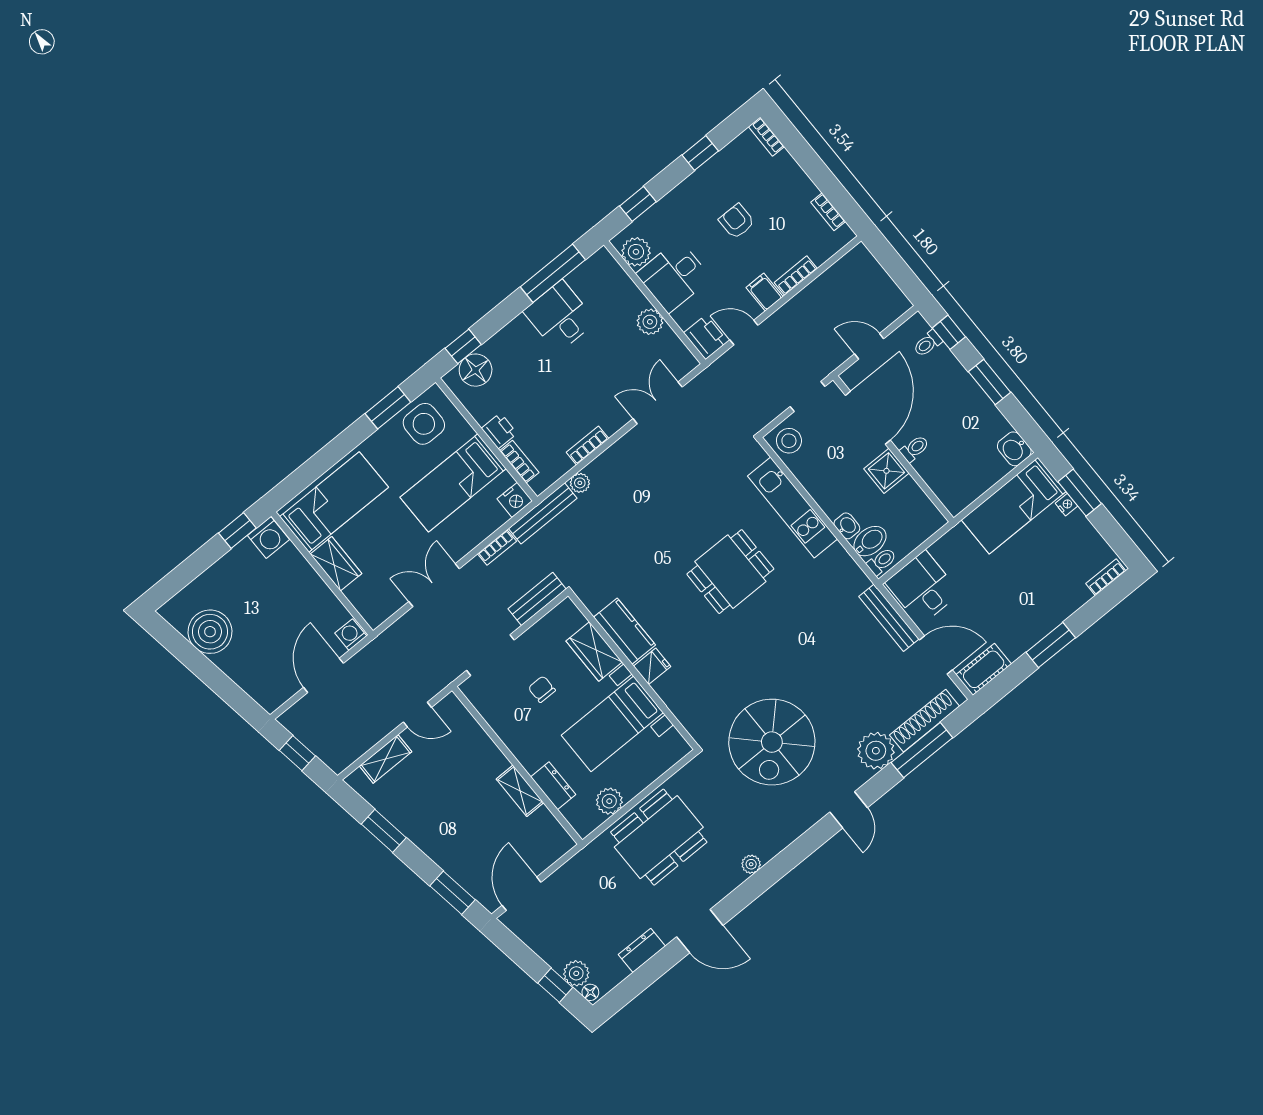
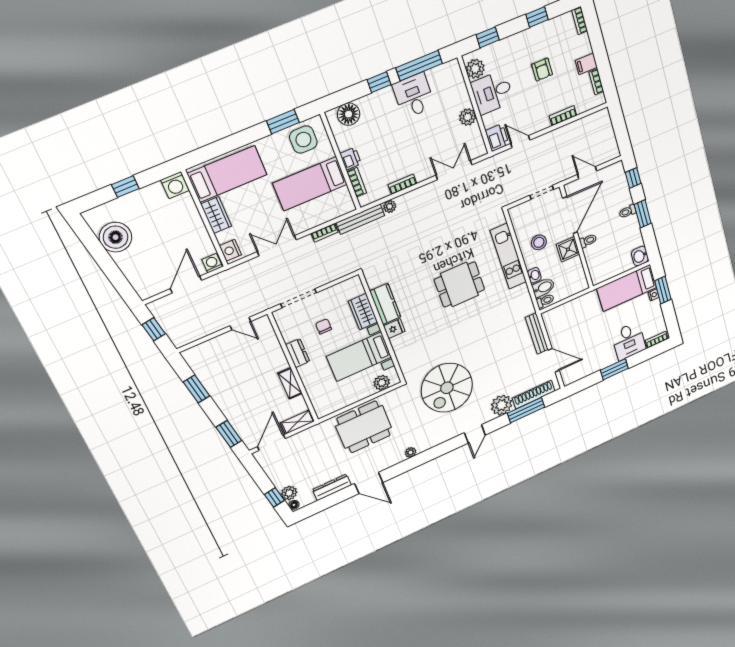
armchair: (737, 221) -> (542, 70), turned 180
filing cabinet: (765, 292) -> (586, 64), moved, turned -90
toilet: (928, 343) -> (628, 211), moved
window: (463, 346) -> (379, 82), moved
stool: (789, 441) -> (539, 242), moved
nightstand: (515, 500) -> (230, 250), moved, turned 90
window: (237, 531) -> (125, 187), moved
desk: (923, 588) -> (629, 341), moved, turned 180
bench: (537, 599) -> (339, 271), removed
cot: (984, 669) -> (575, 374), removed
shelving: (386, 759) -> (297, 422), moved
dresser: (553, 786) -> (298, 353), moved
plant: (609, 801) -> (382, 383), moved
dresser: (642, 950) -> (332, 487), width x1.44

